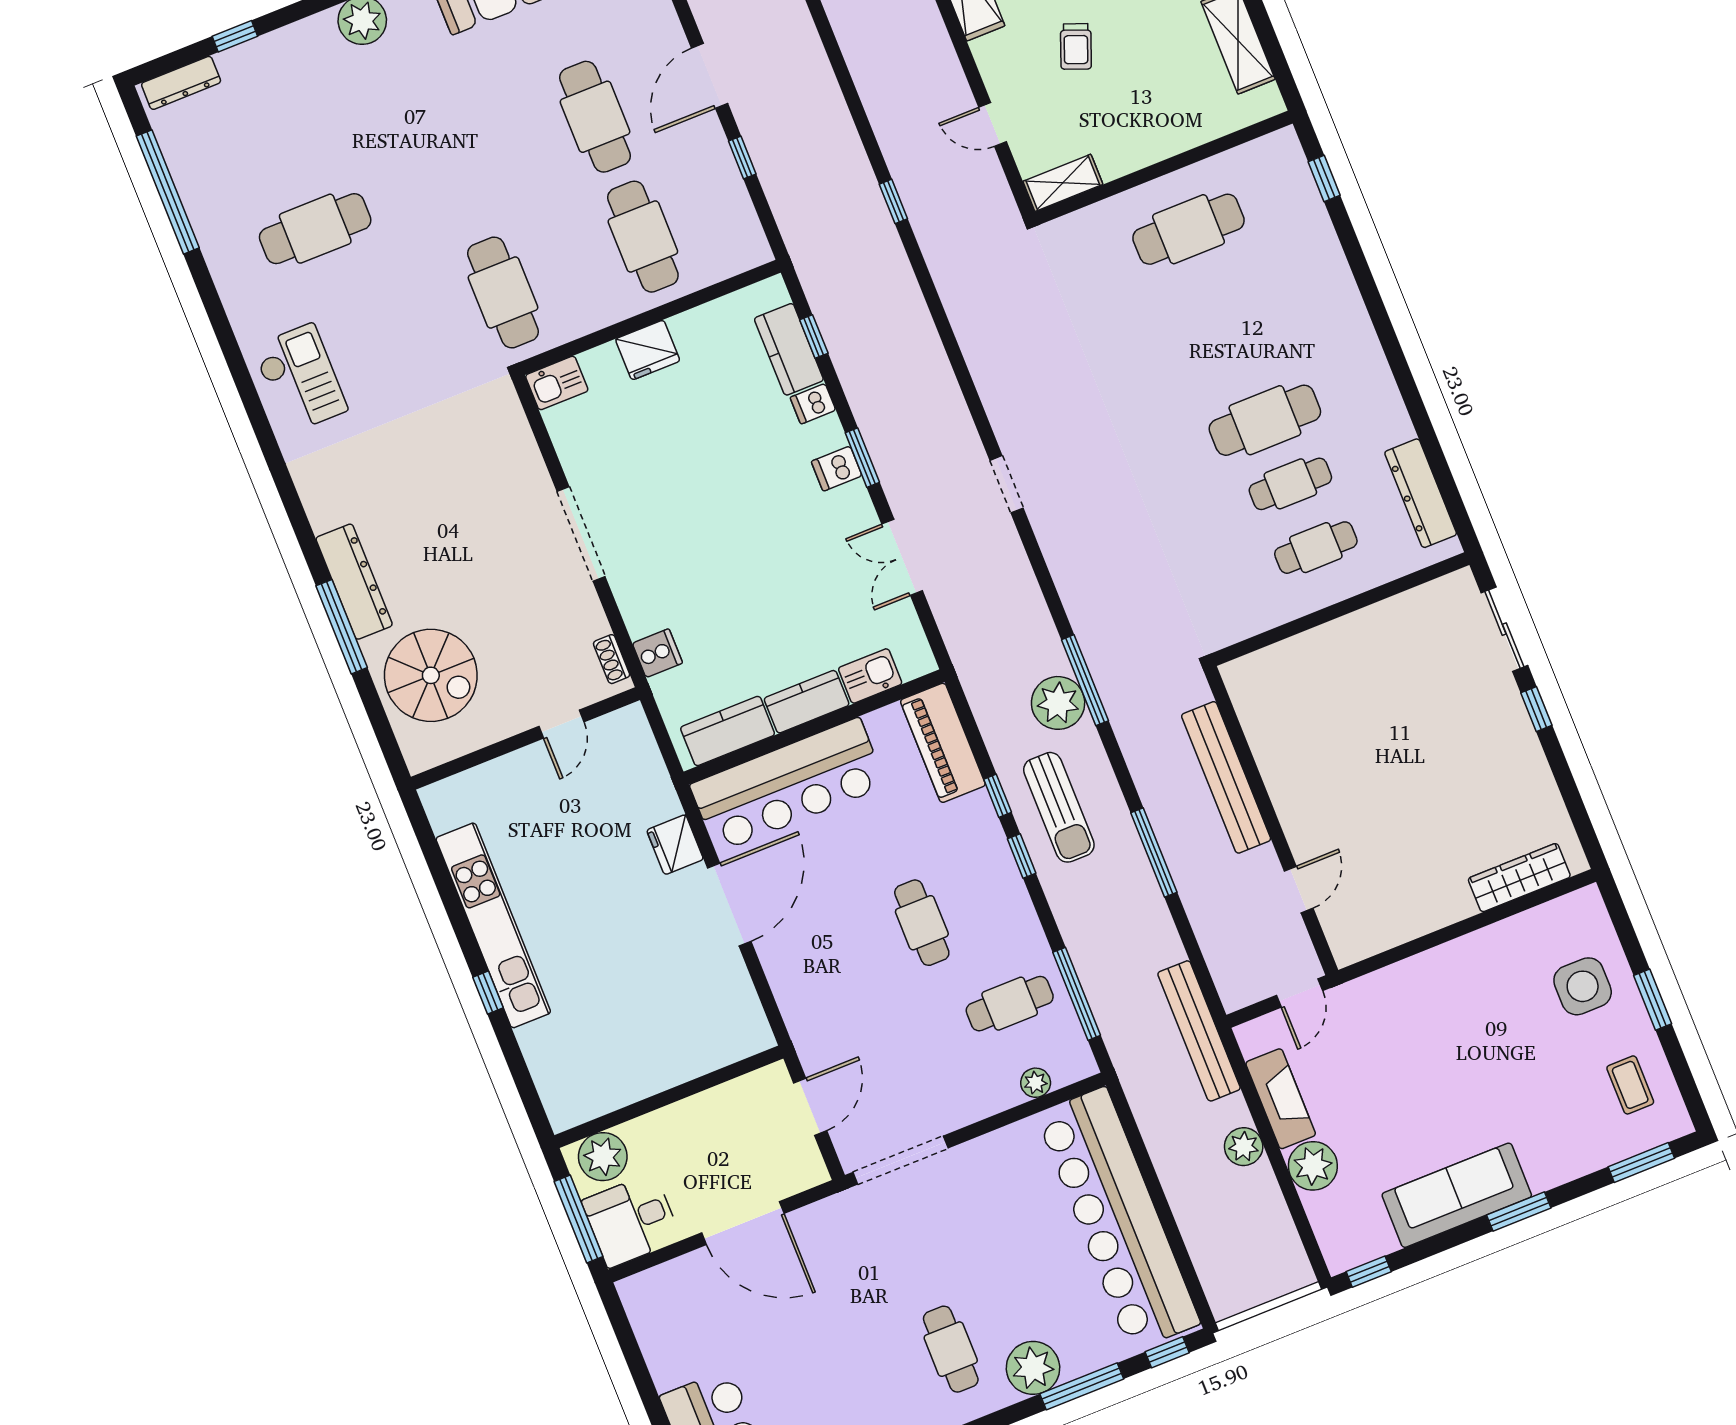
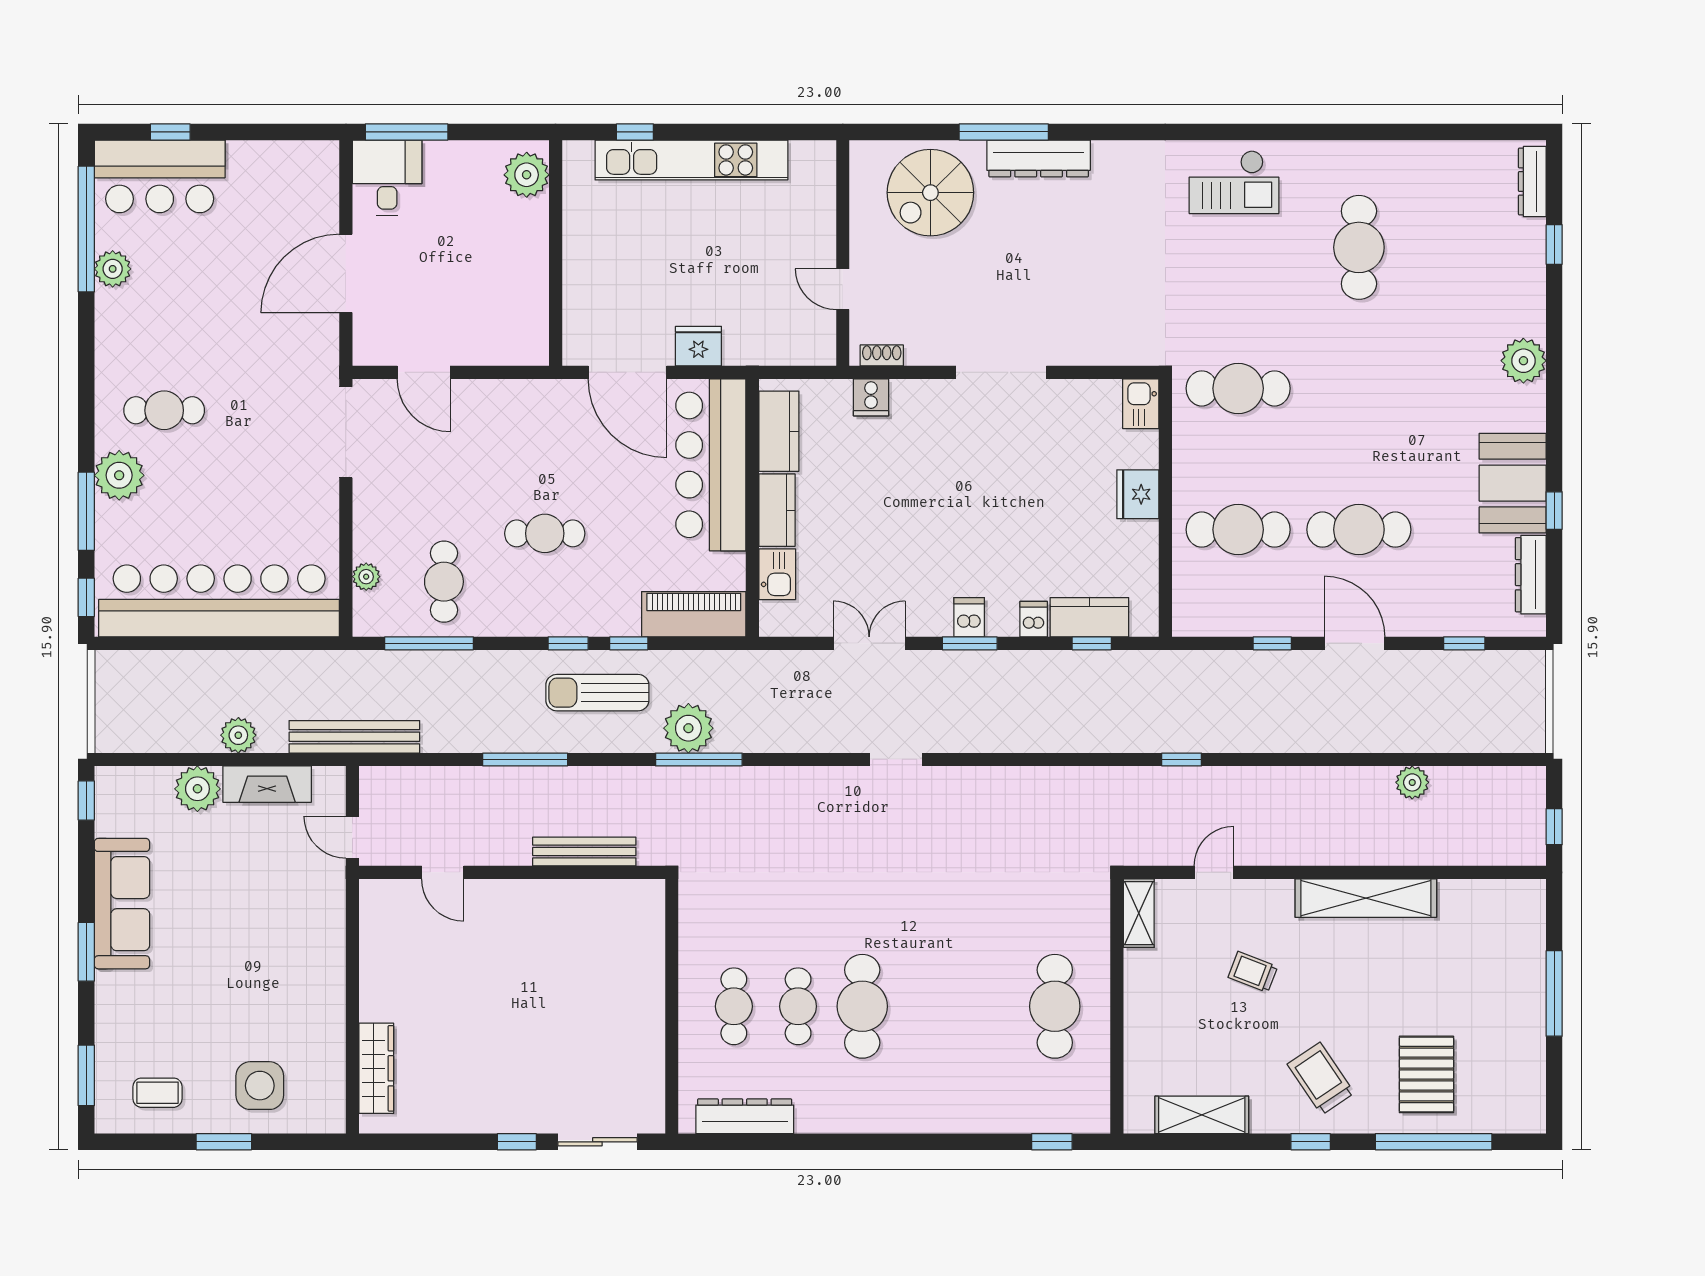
window: (168, 192) -> (1442, 132), removed
bench: (1226, 777) -> (584, 851), width x0.73, depth x0.82
wall: (669, 1097) -> (556, 253), moved
plant: (603, 1157) -> (527, 175), moved

